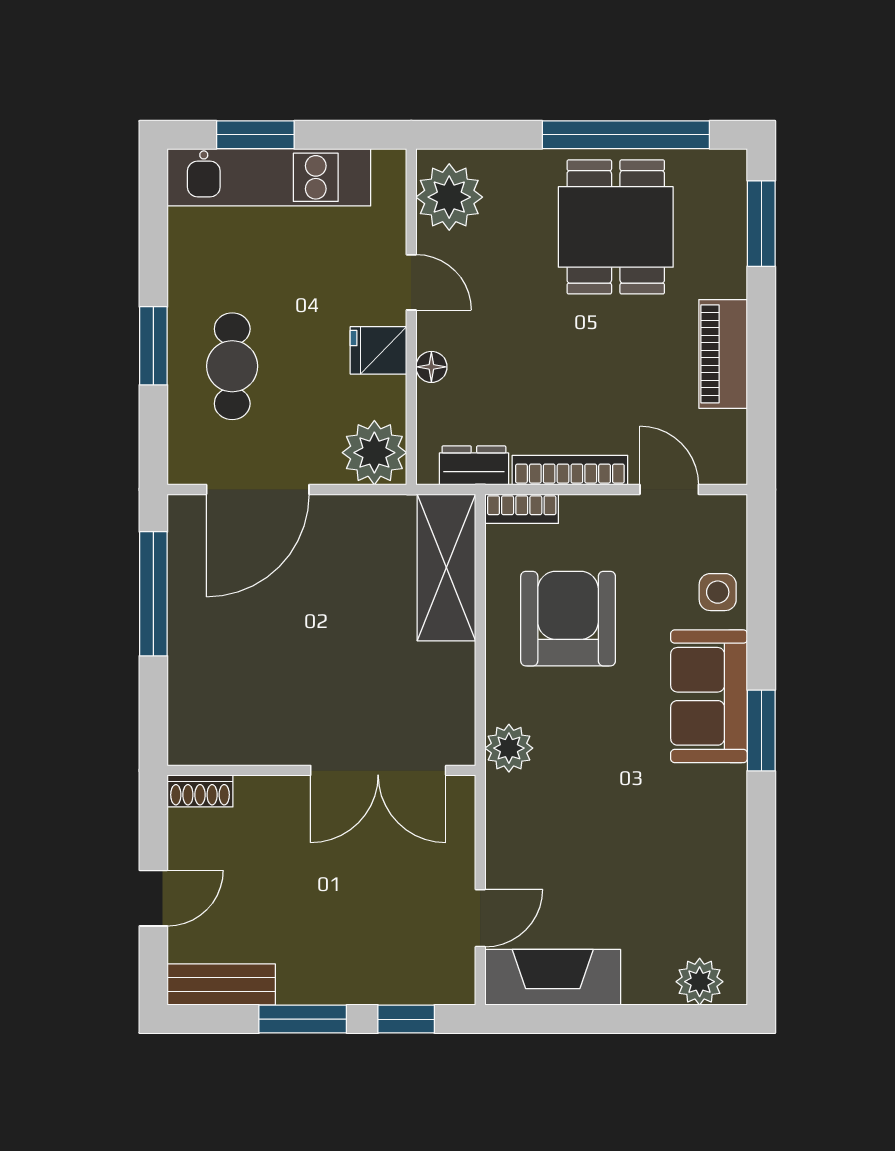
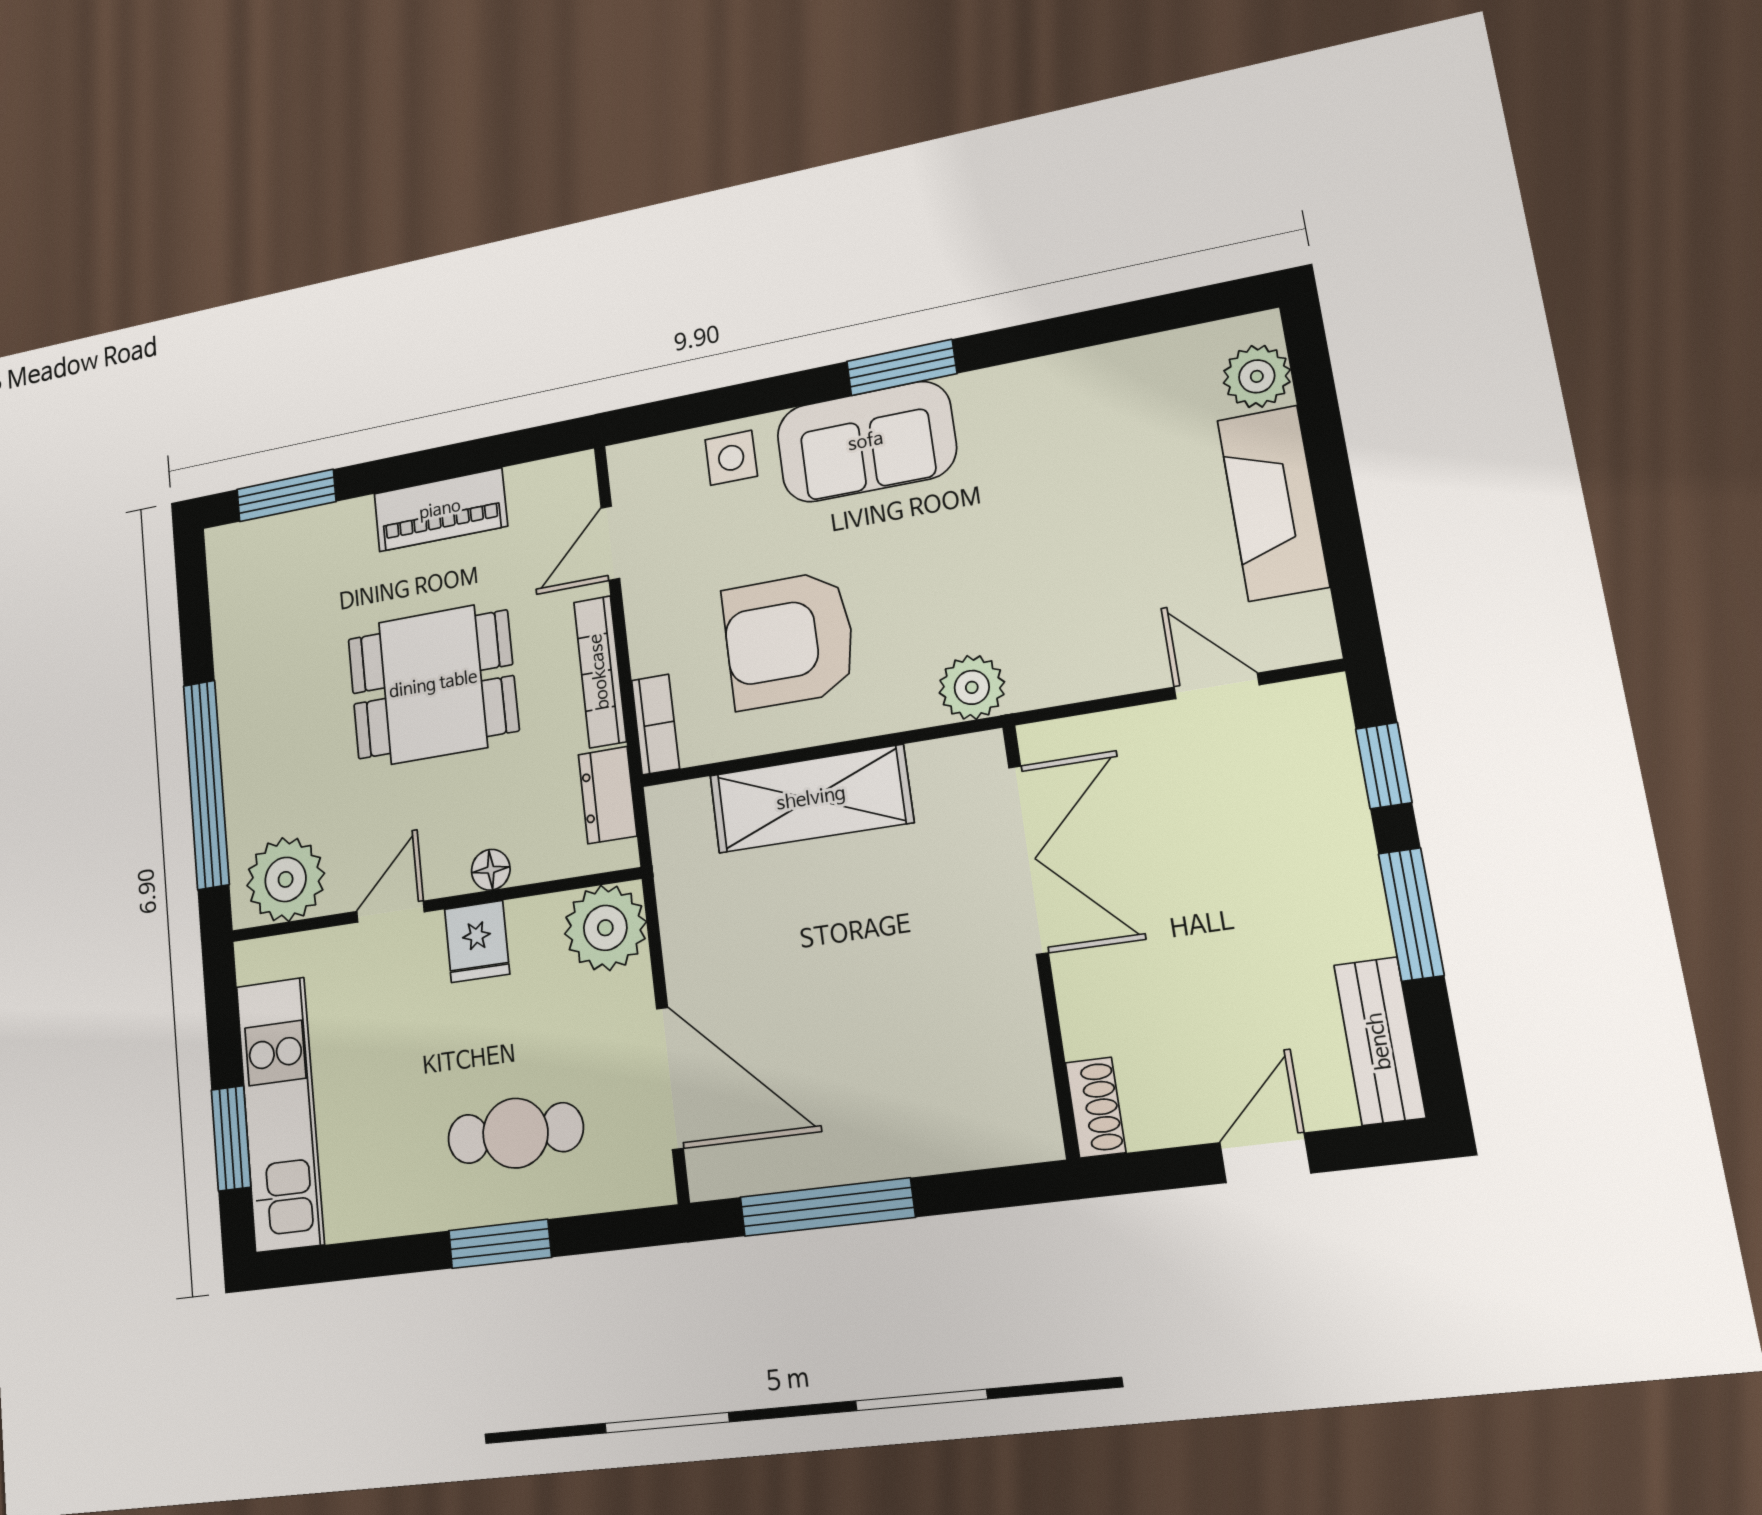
window: (626, 135) -> (206, 784), moved
dining table: (616, 227) -> (433, 685), moved
shelving: (446, 567) -> (811, 799), moved
door: (153, 898) -> (1265, 1158), hinge flipped
fireplace: (553, 977) -> (1273, 503), moved

